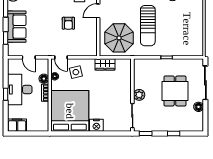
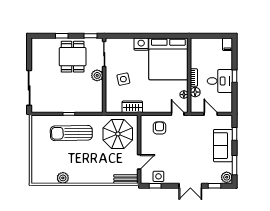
armchair: (68, 23) -> (159, 128), moved
sun lounger: (148, 26) -> (71, 133), moved, turned -91
side table: (76, 72) -> (123, 79), moved
desk: (20, 89) -> (220, 81), width x0.73
dining table: (175, 91) -> (73, 57), moved
floor lamp: (199, 107) -> (36, 63), removed
filing cabinet: (17, 125) -> (228, 44), width x0.50

